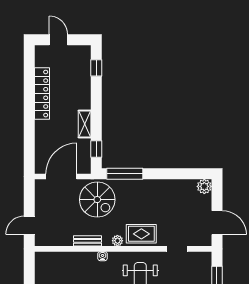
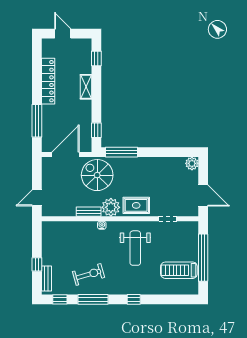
shelving: (85, 124) -> (86, 87), moved
window: (29, 138) -> (37, 121), added
spiral stairs: (97, 200) -> (97, 175), turned 180
plant: (117, 241) -> (111, 207), width x1.87, depth x1.87

